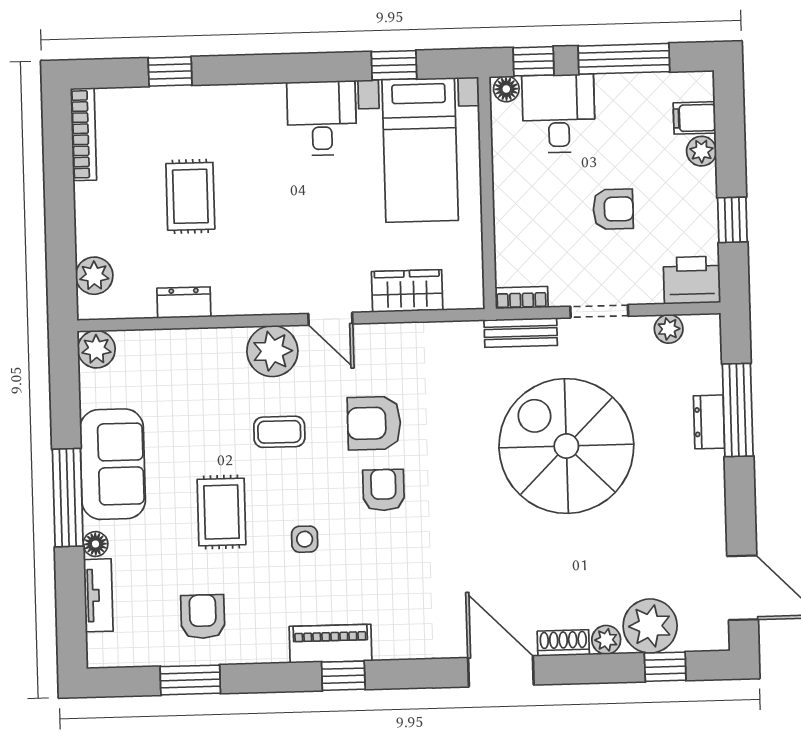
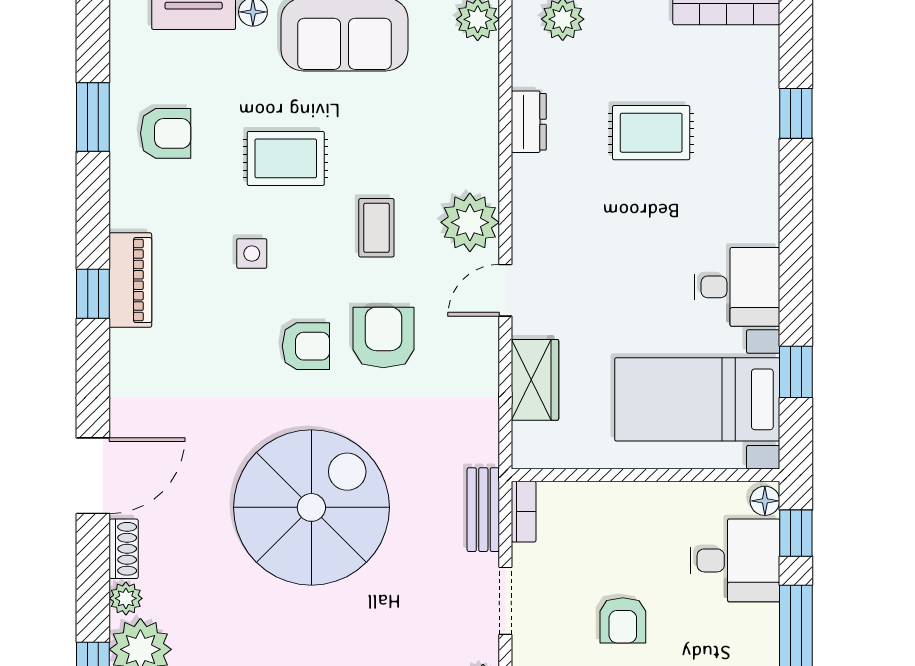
spiral stairs: (566, 446) -> (311, 507), moved

